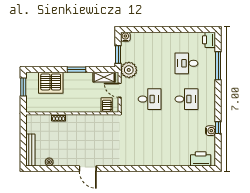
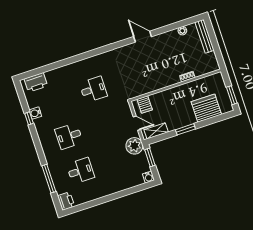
desk: (150, 99) -> (93, 89), moved, turned 180

